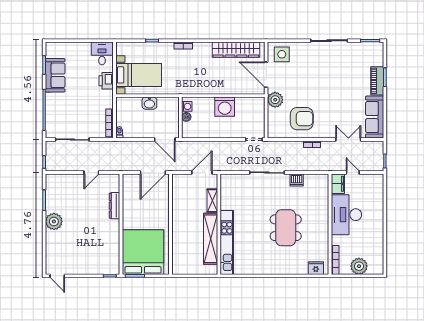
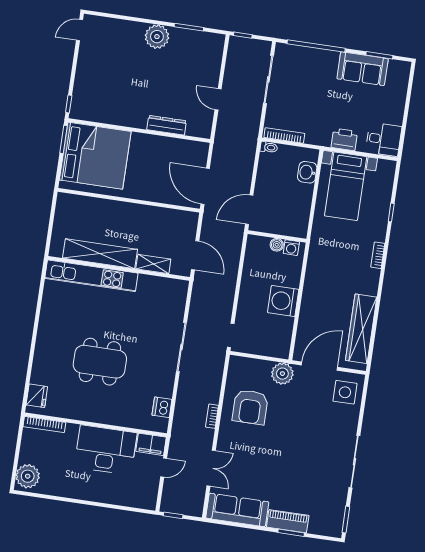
washbasin: (149, 103) -> (307, 172), moved
dishwasher: (297, 180) -> (162, 407), moved
plant: (359, 266) -> (28, 476), moved

